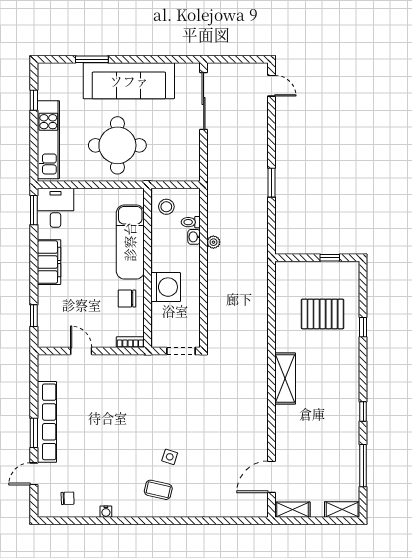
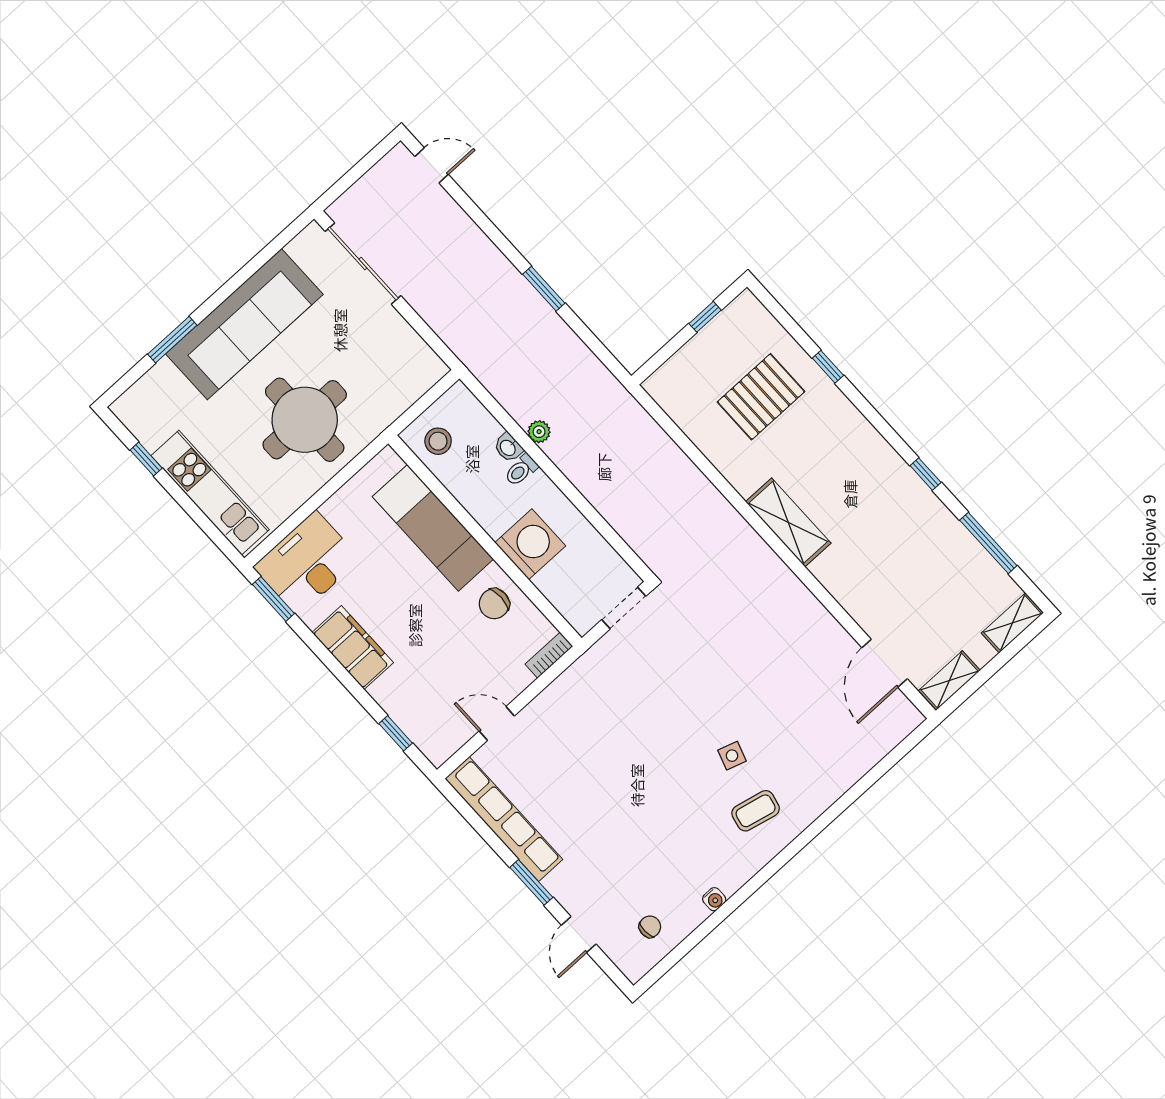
desk: (56, 208) -> (307, 563), width x1.37
toilet: (191, 222) -> (521, 470), moved
row of seats: (47, 422) -> (504, 819), moved

